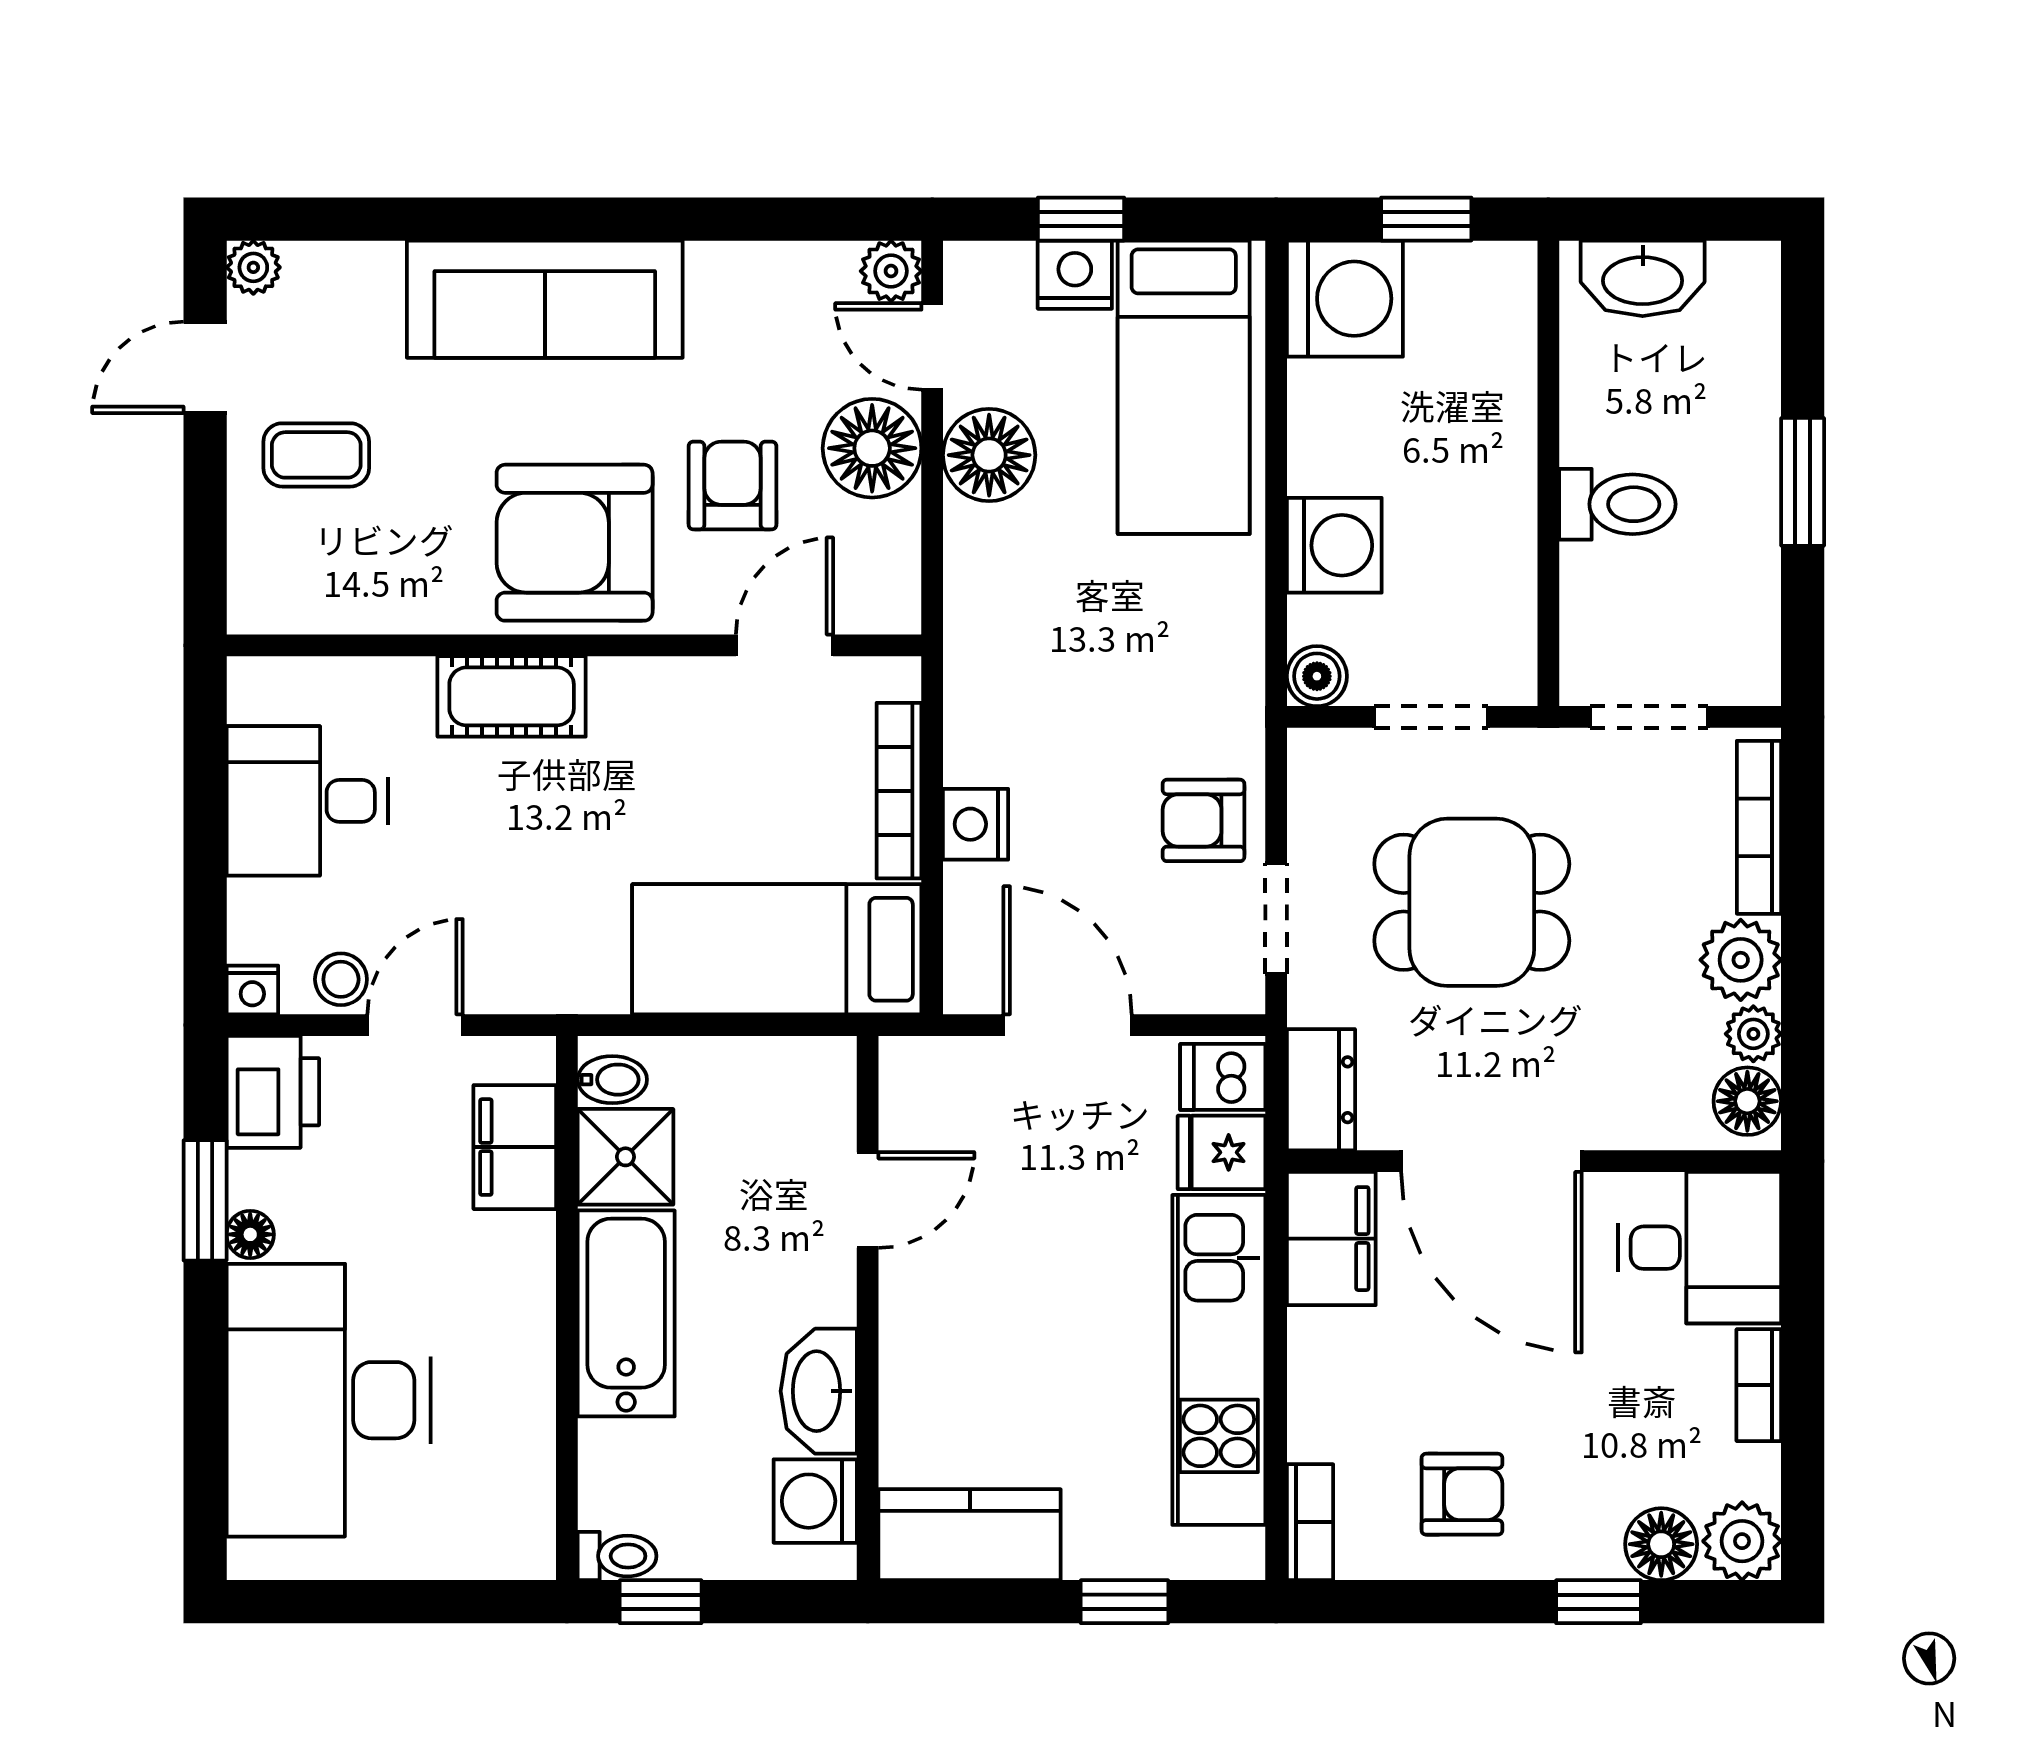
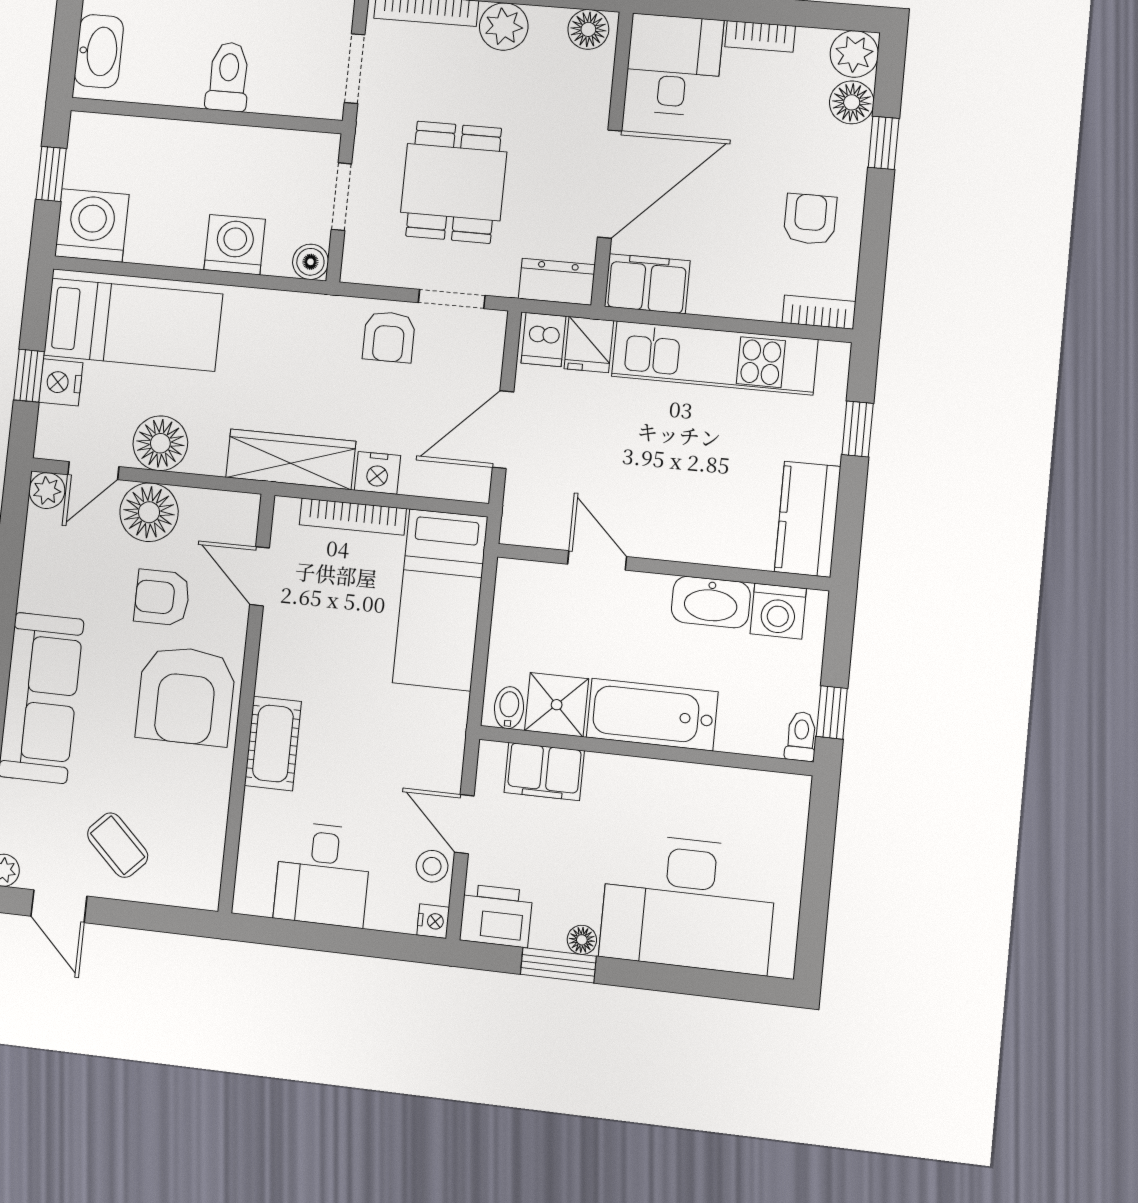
coffee table: (316, 455) -> (118, 845), turned -46
wardrobe: (984, 677) -> (291, 459), added
plant: (1753, 1034) -> (548, 23), removed

